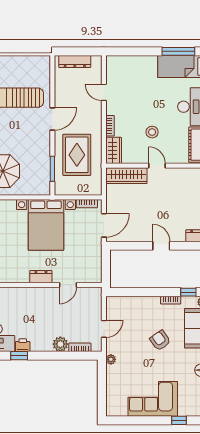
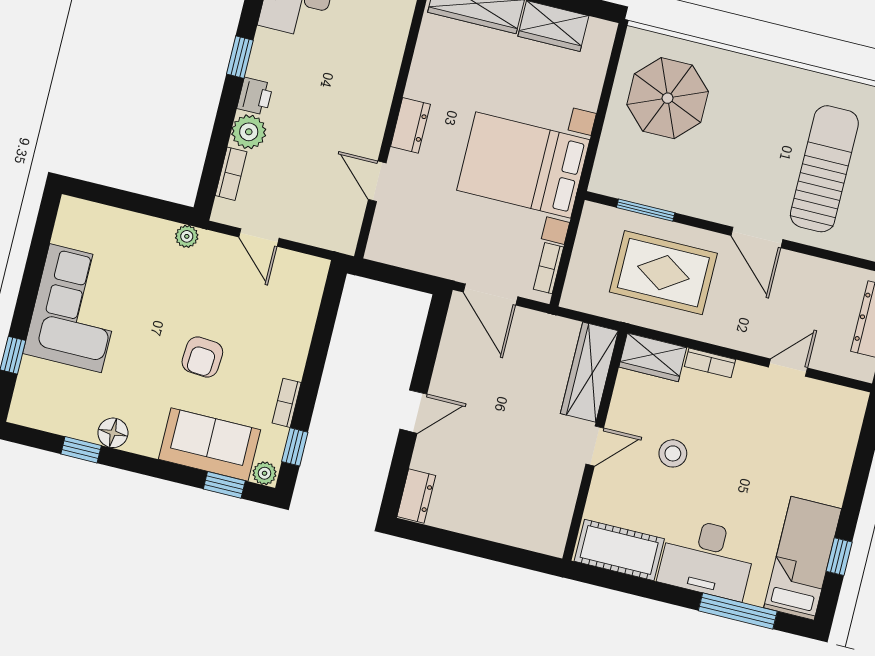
window: (178, 51) -> (839, 557), width x0.46
armchair: (160, 340) -> (202, 357), turned 129
printer: (23, 345) -> (255, 96), moved
window: (19, 356) -> (240, 57), moved

